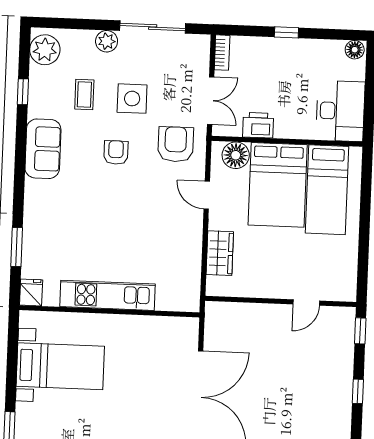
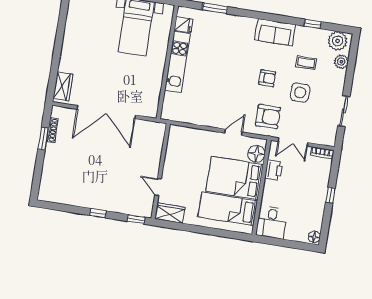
sliding door: (153, 27) -> (344, 111), width x0.73
plant: (107, 41) -> (341, 62), moved
desk: (340, 111) -> (271, 222), width x0.73
wardrobe: (220, 253) -> (170, 213), moved, turned 180
fridge: (31, 292) -> (183, 24), moved

